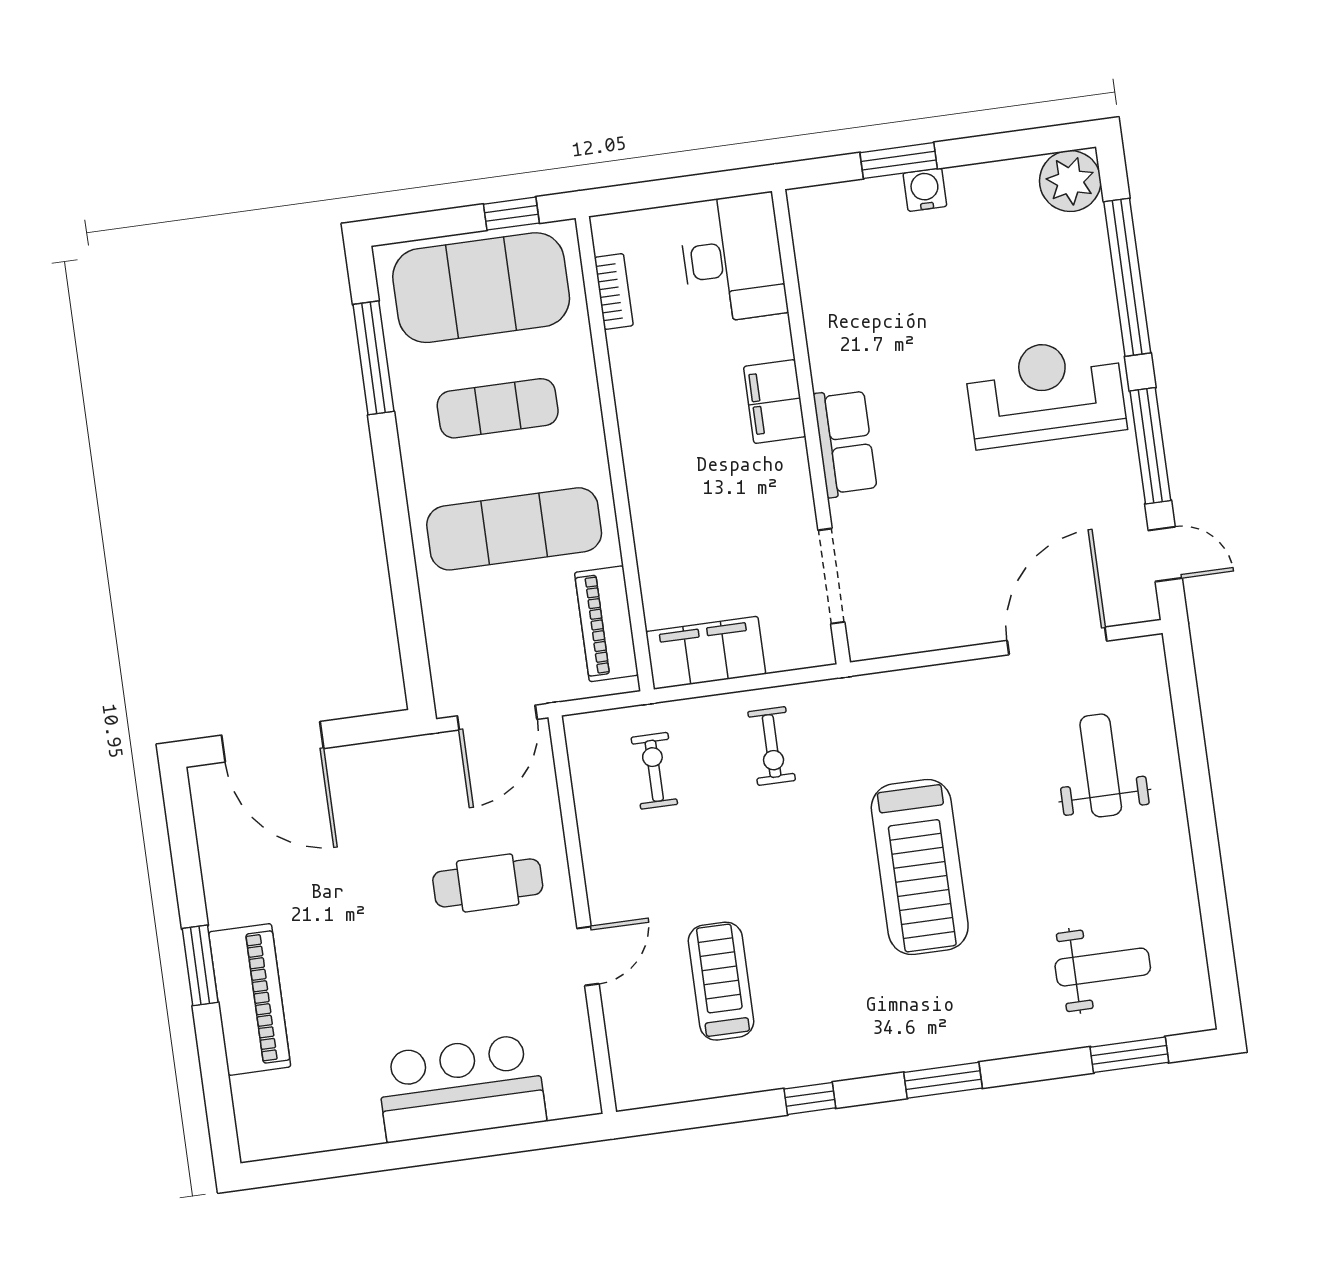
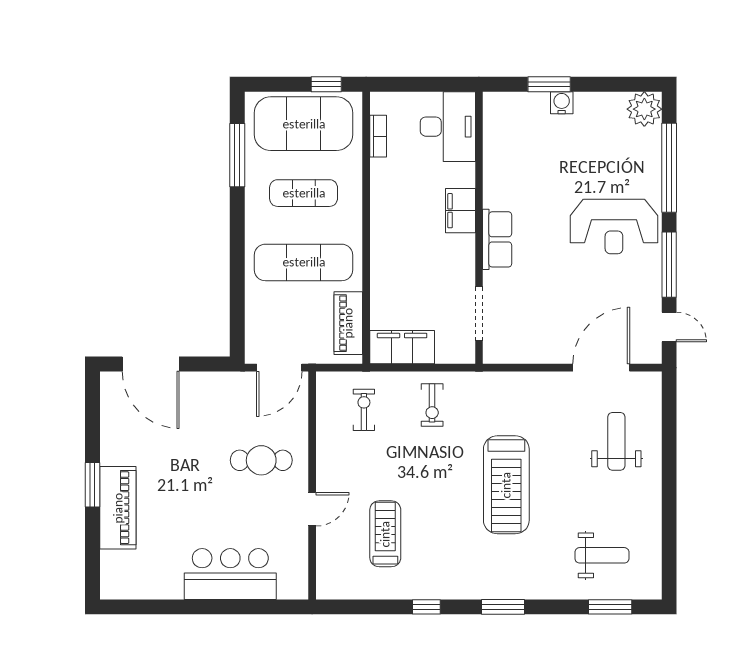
reception desk: (1045, 392) -> (614, 226), turned 180

